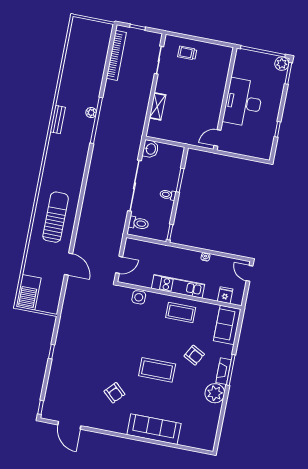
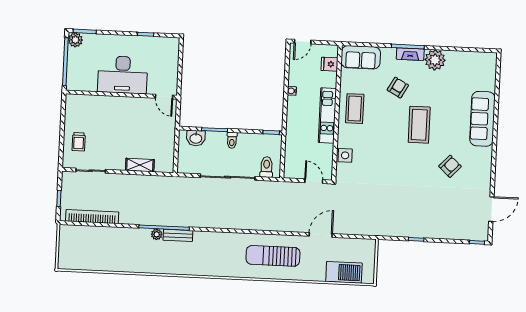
bench: (58, 119) -> (178, 235), moved
washbasin: (150, 149) -> (196, 138), moved, turned 180
barbecue: (29, 292) -> (344, 272), moved

